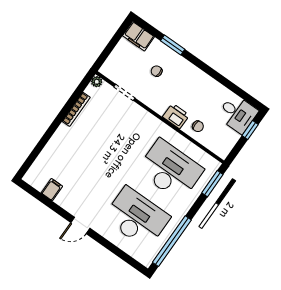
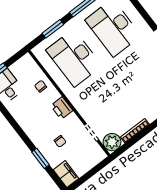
plant: (97, 82) -> (112, 142), width x1.88, depth x1.88
printer: (176, 116) -> (62, 108), moved
window: (212, 184) -> (53, 29), moved

